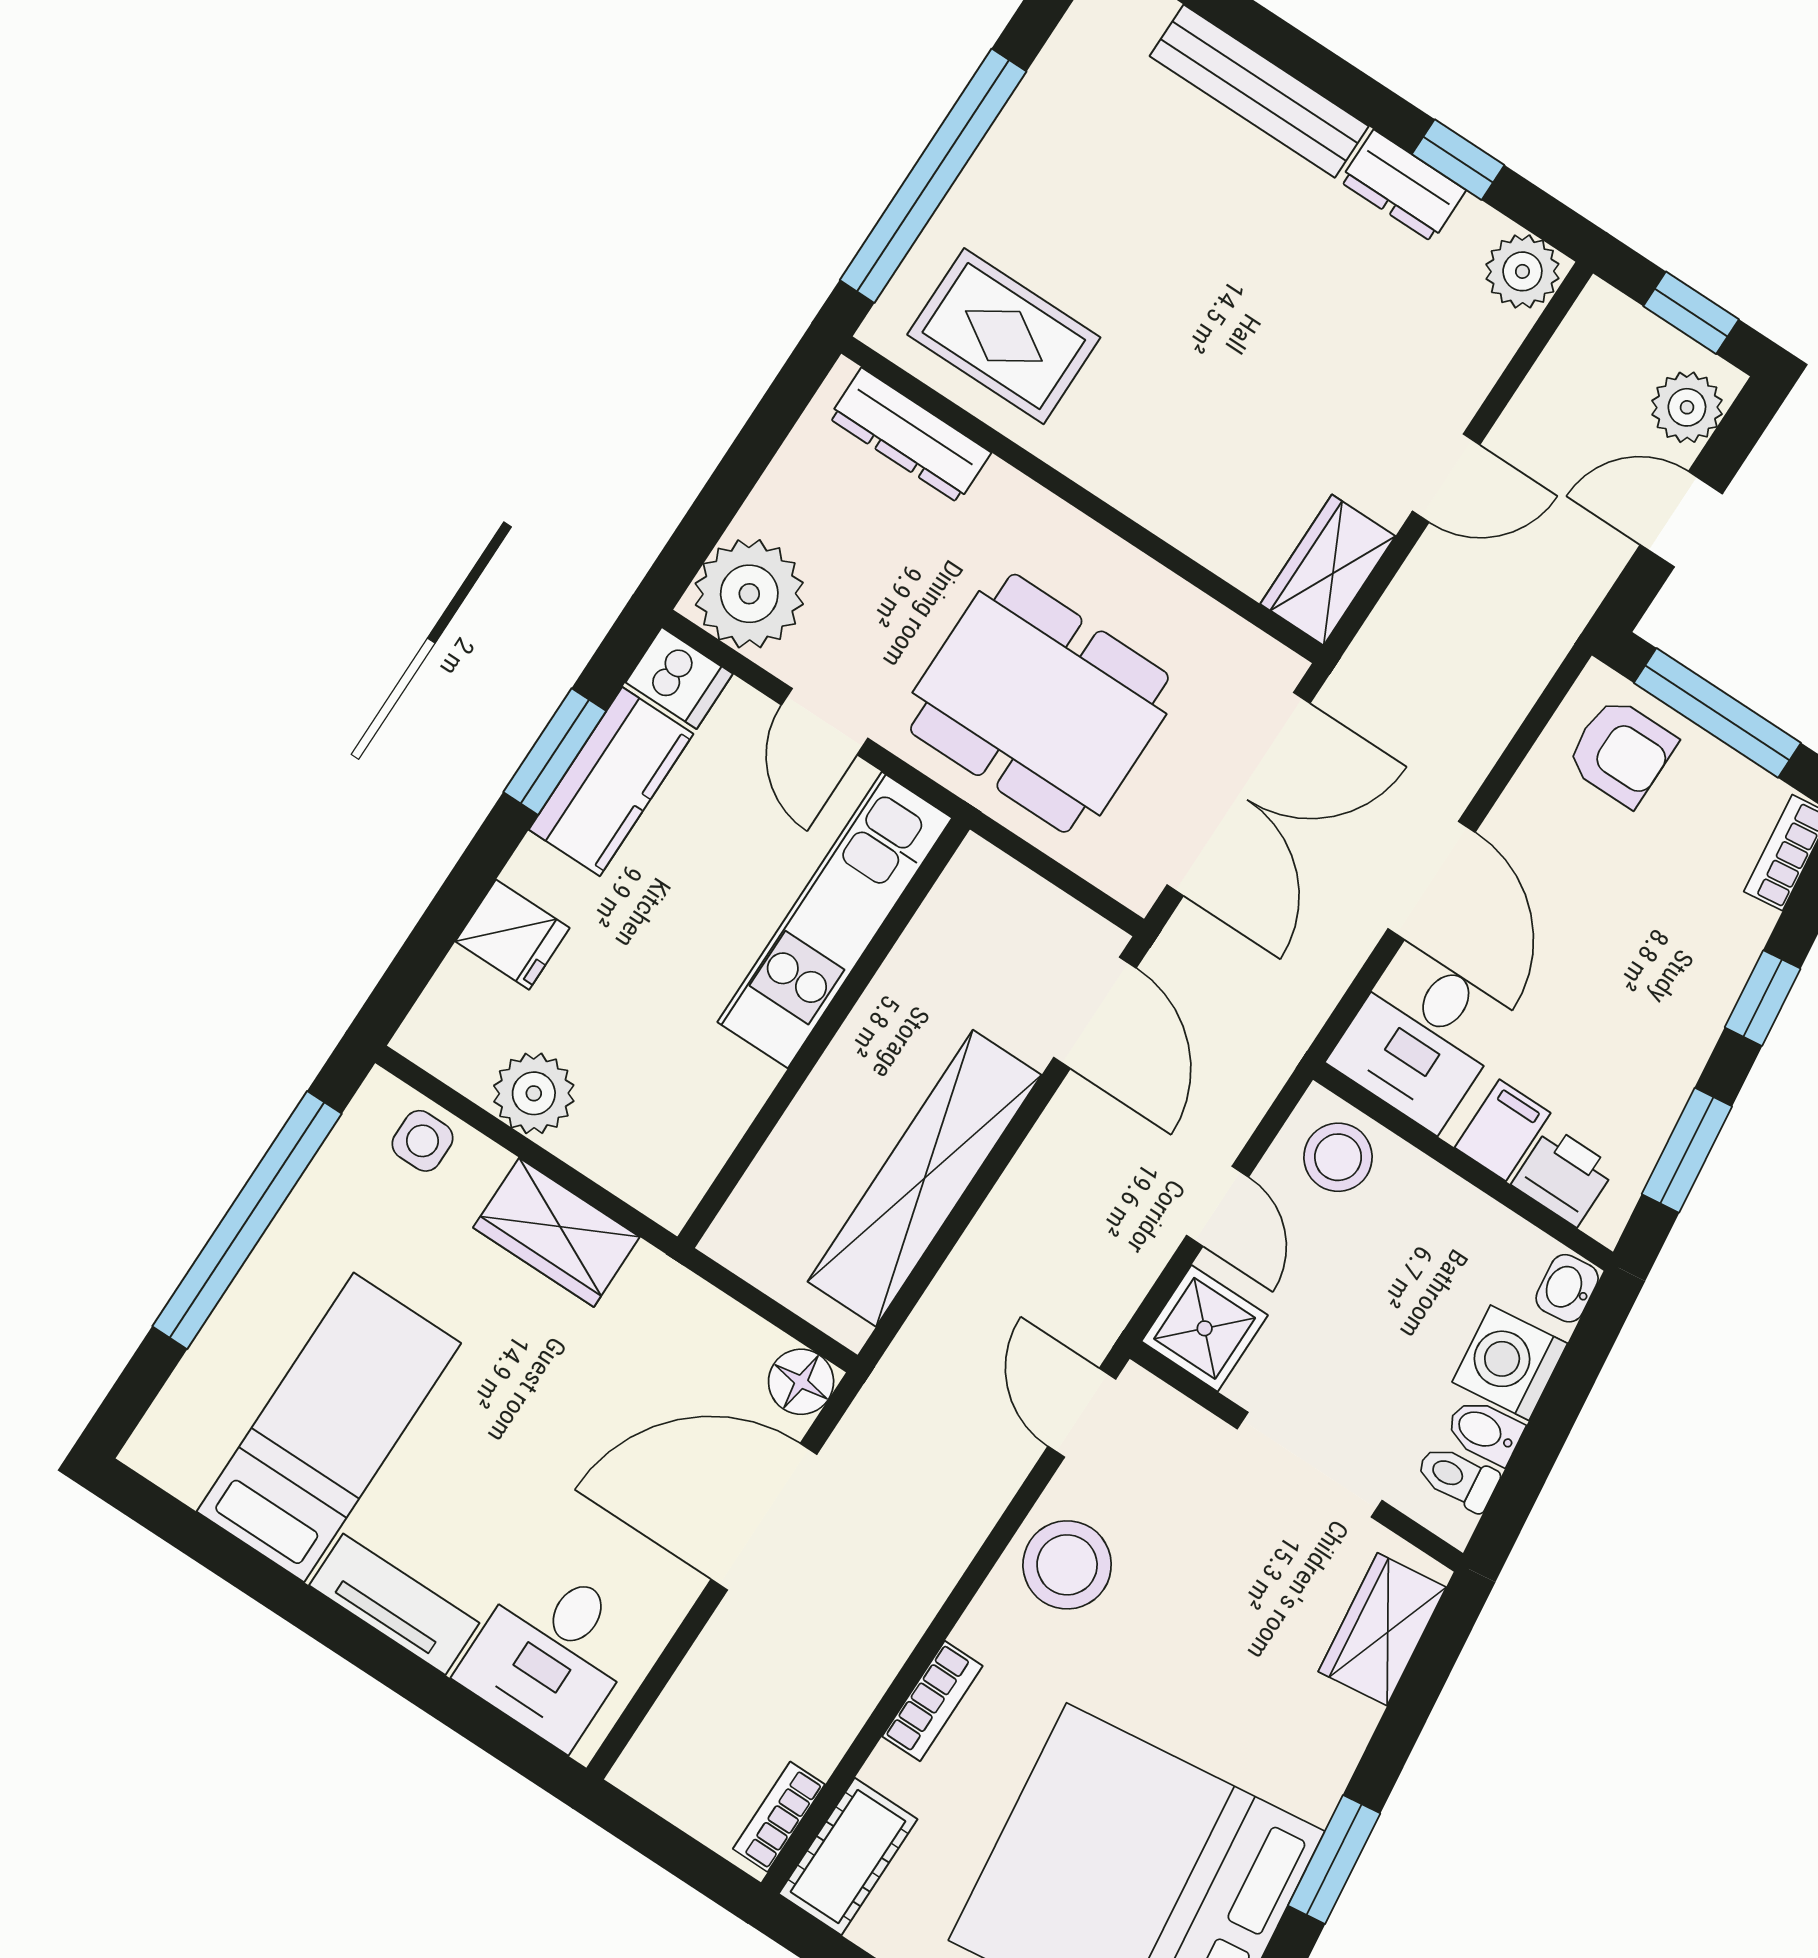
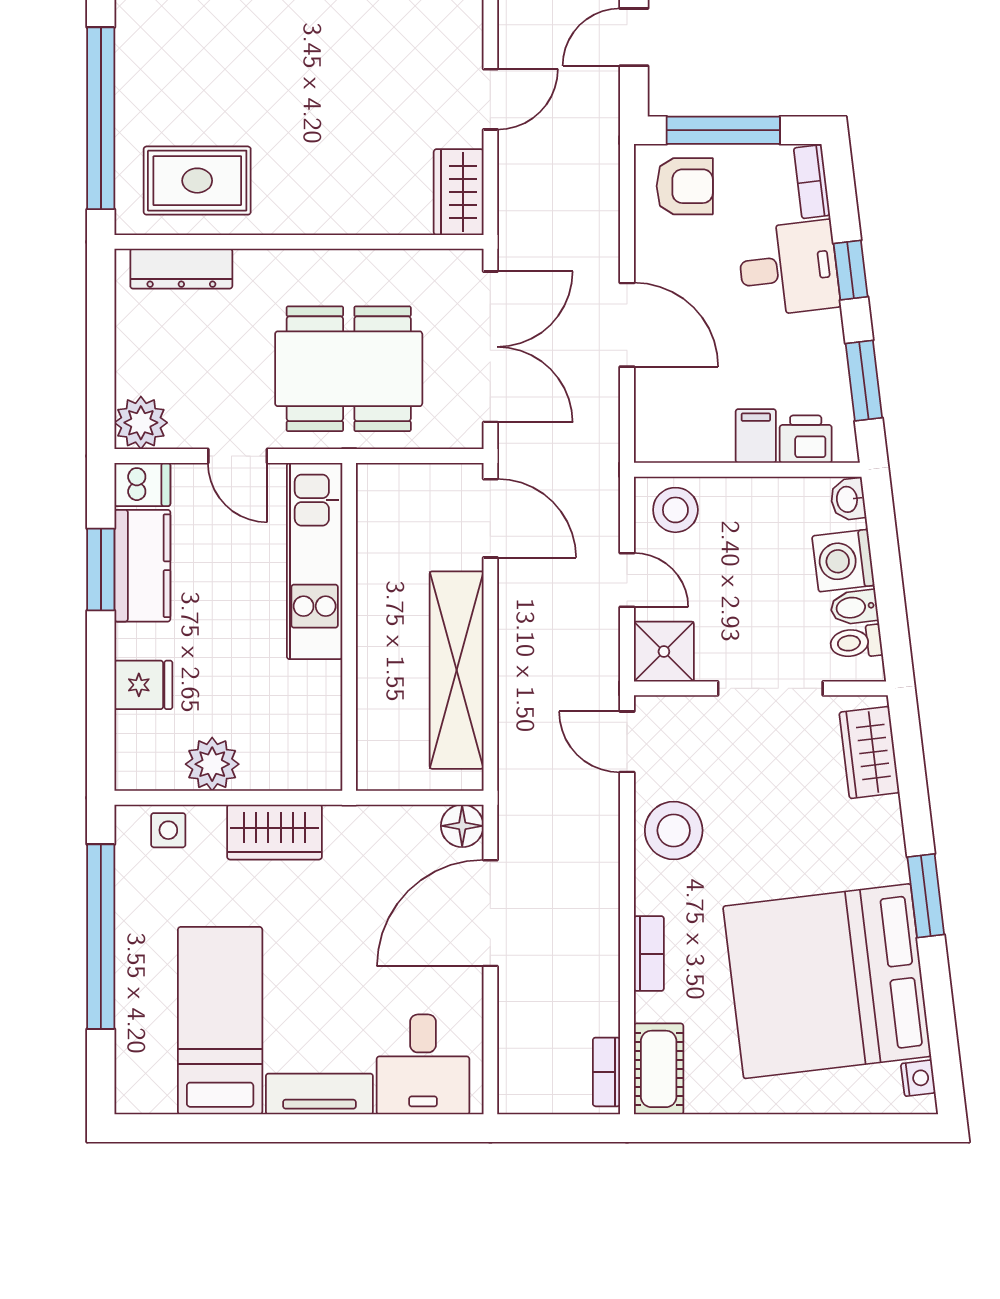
plant: (749, 594) -> (141, 423), width x0.73, depth x0.73
desk: (1421, 1039) -> (789, 268), moved, turned -97

